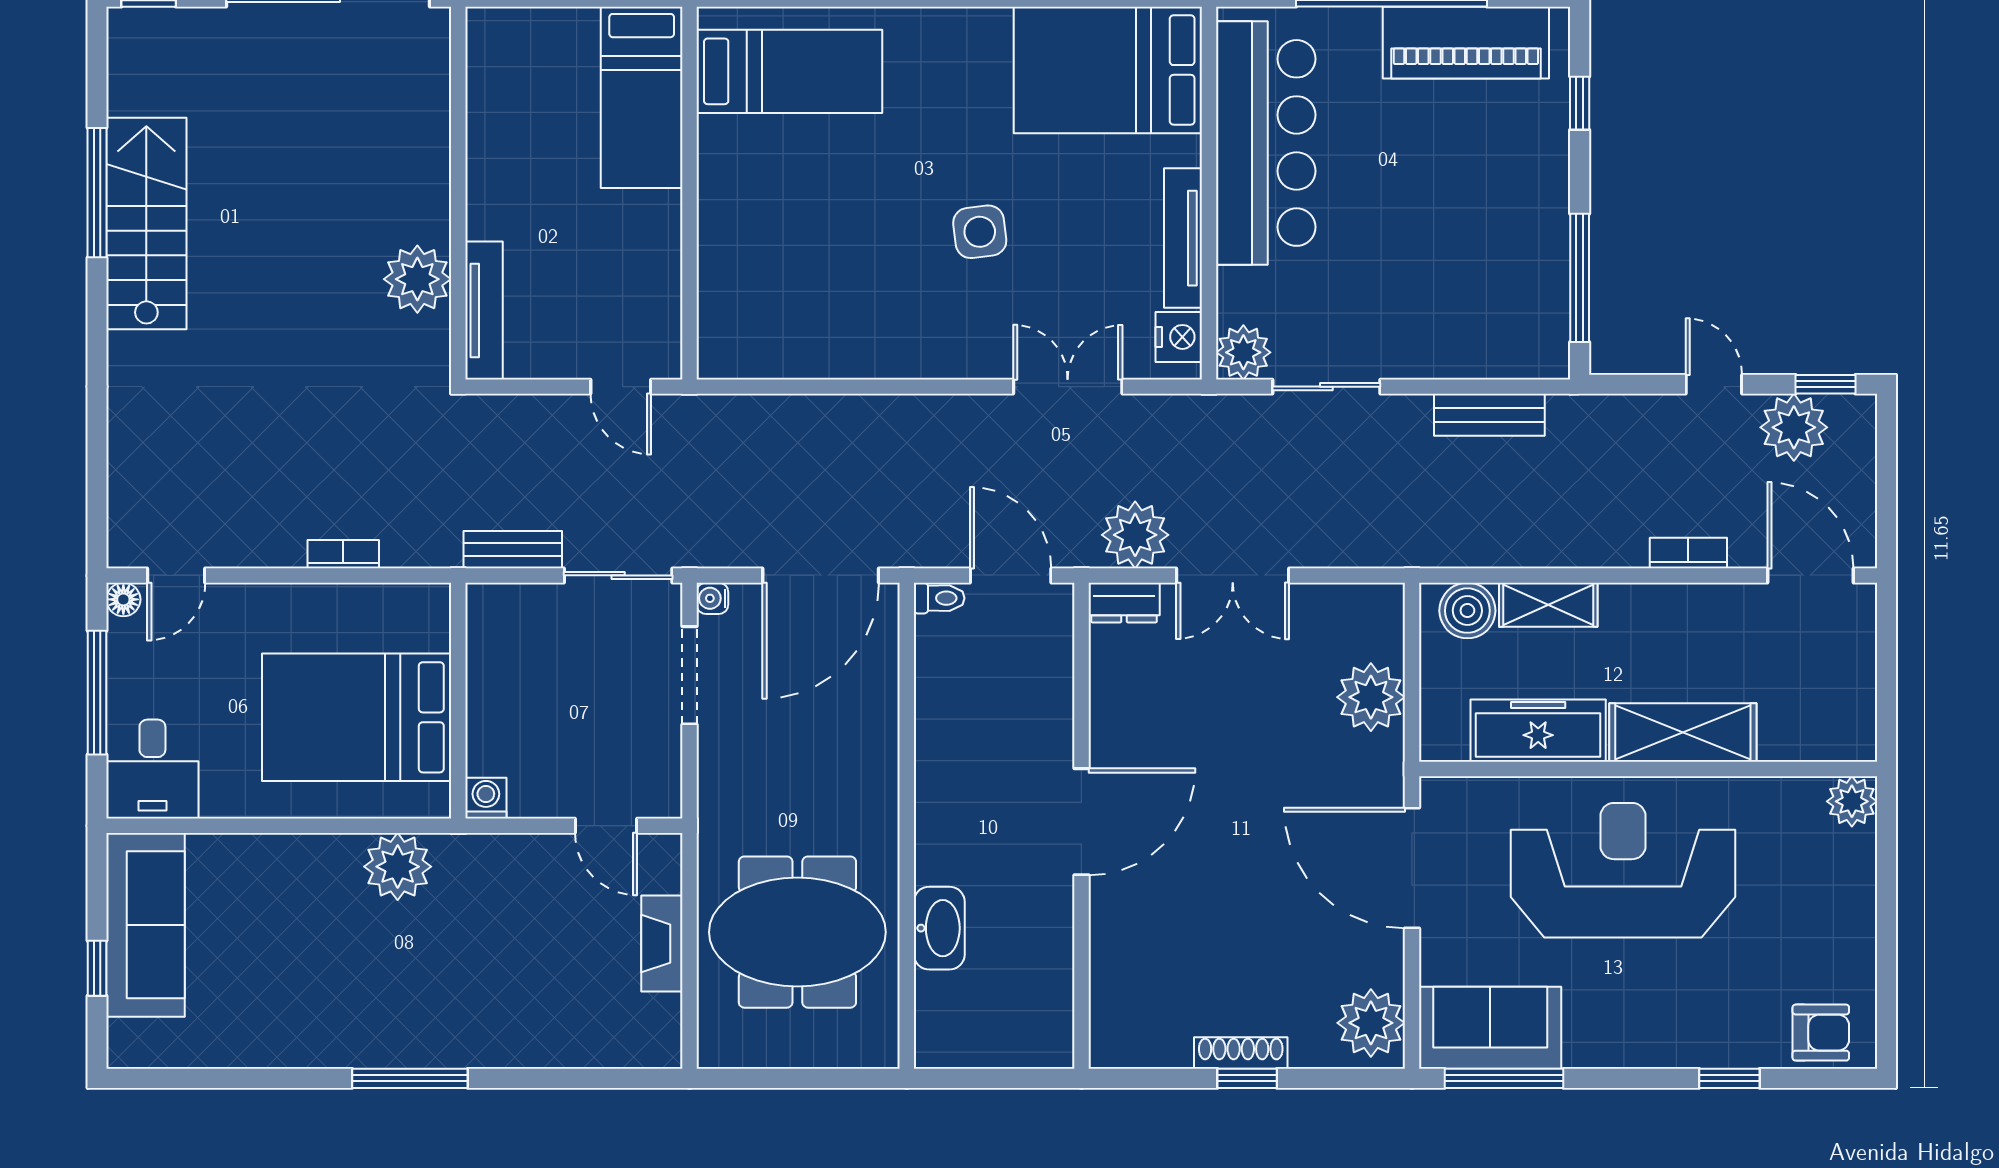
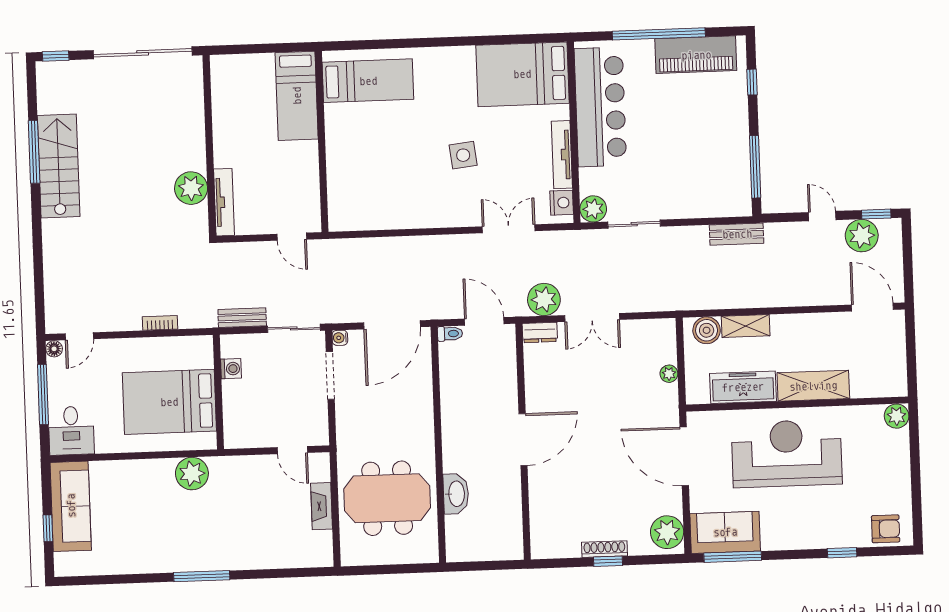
bench: (1489, 415) -> (737, 234), moved
bookcase: (1688, 553) -> (813, 298), removed
plant: (1371, 697) -> (669, 374), width x0.53, depth x0.53
washing machine: (486, 798) -> (231, 369), moved, turned 90

